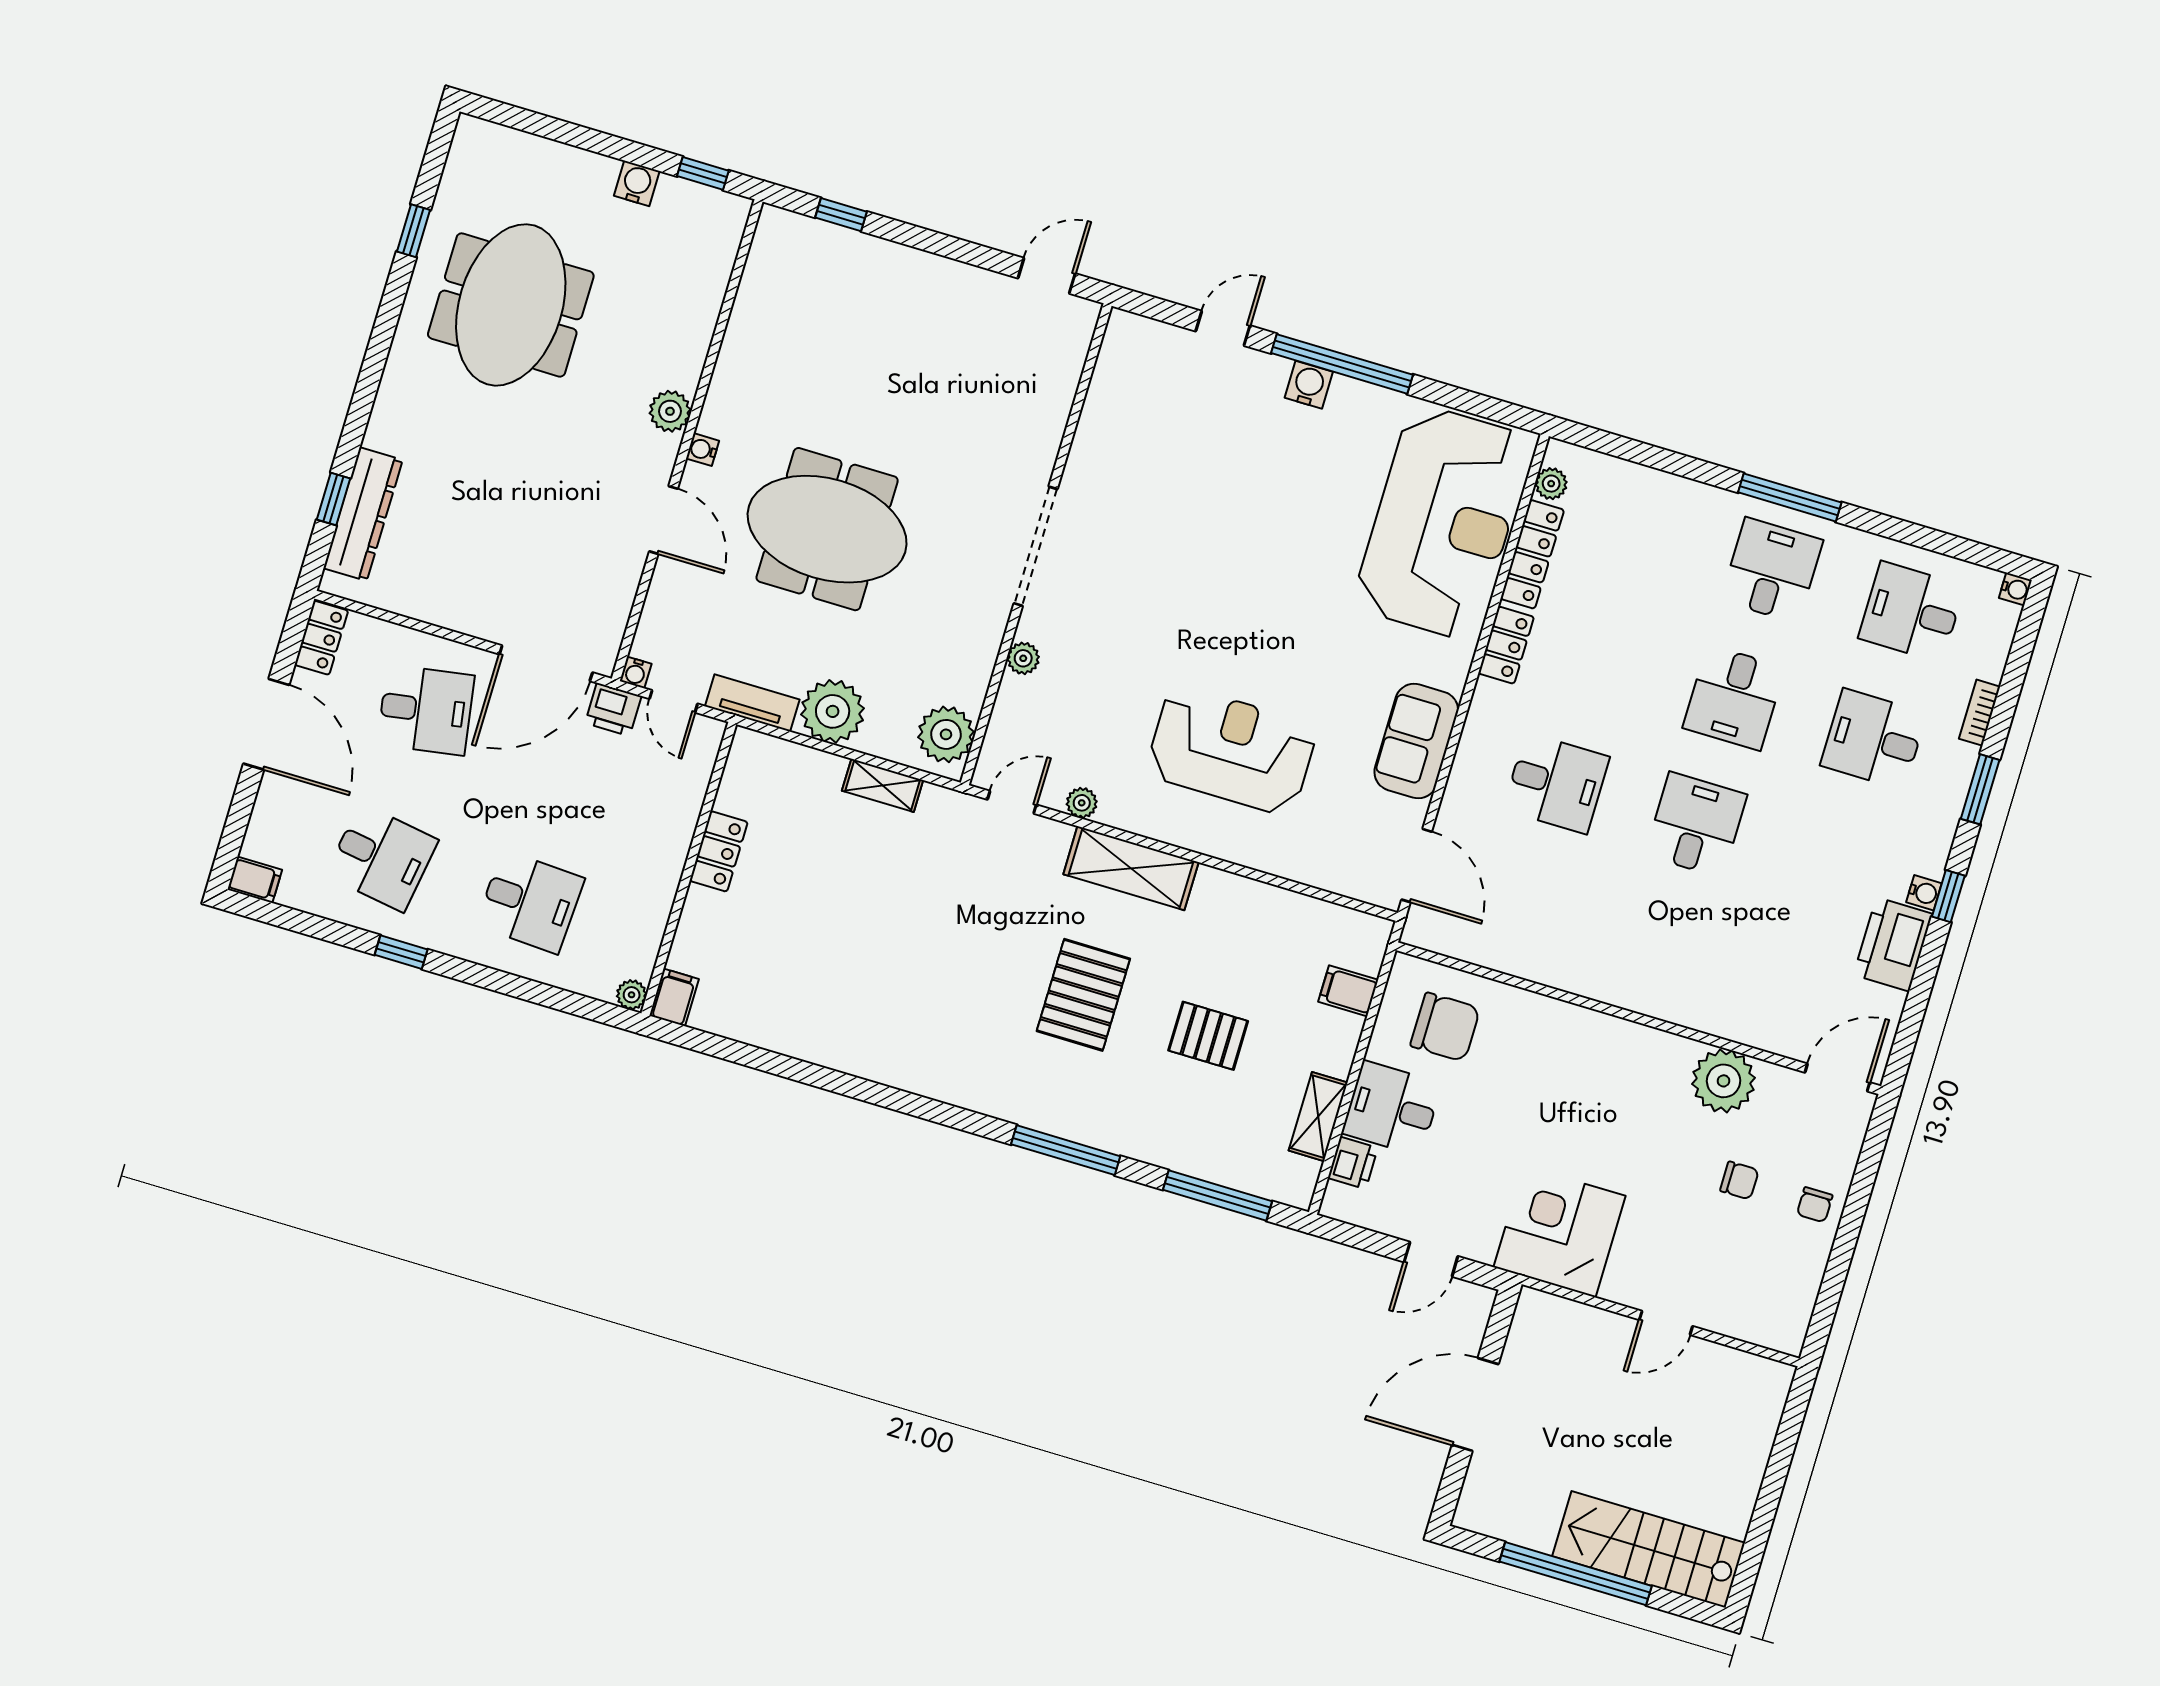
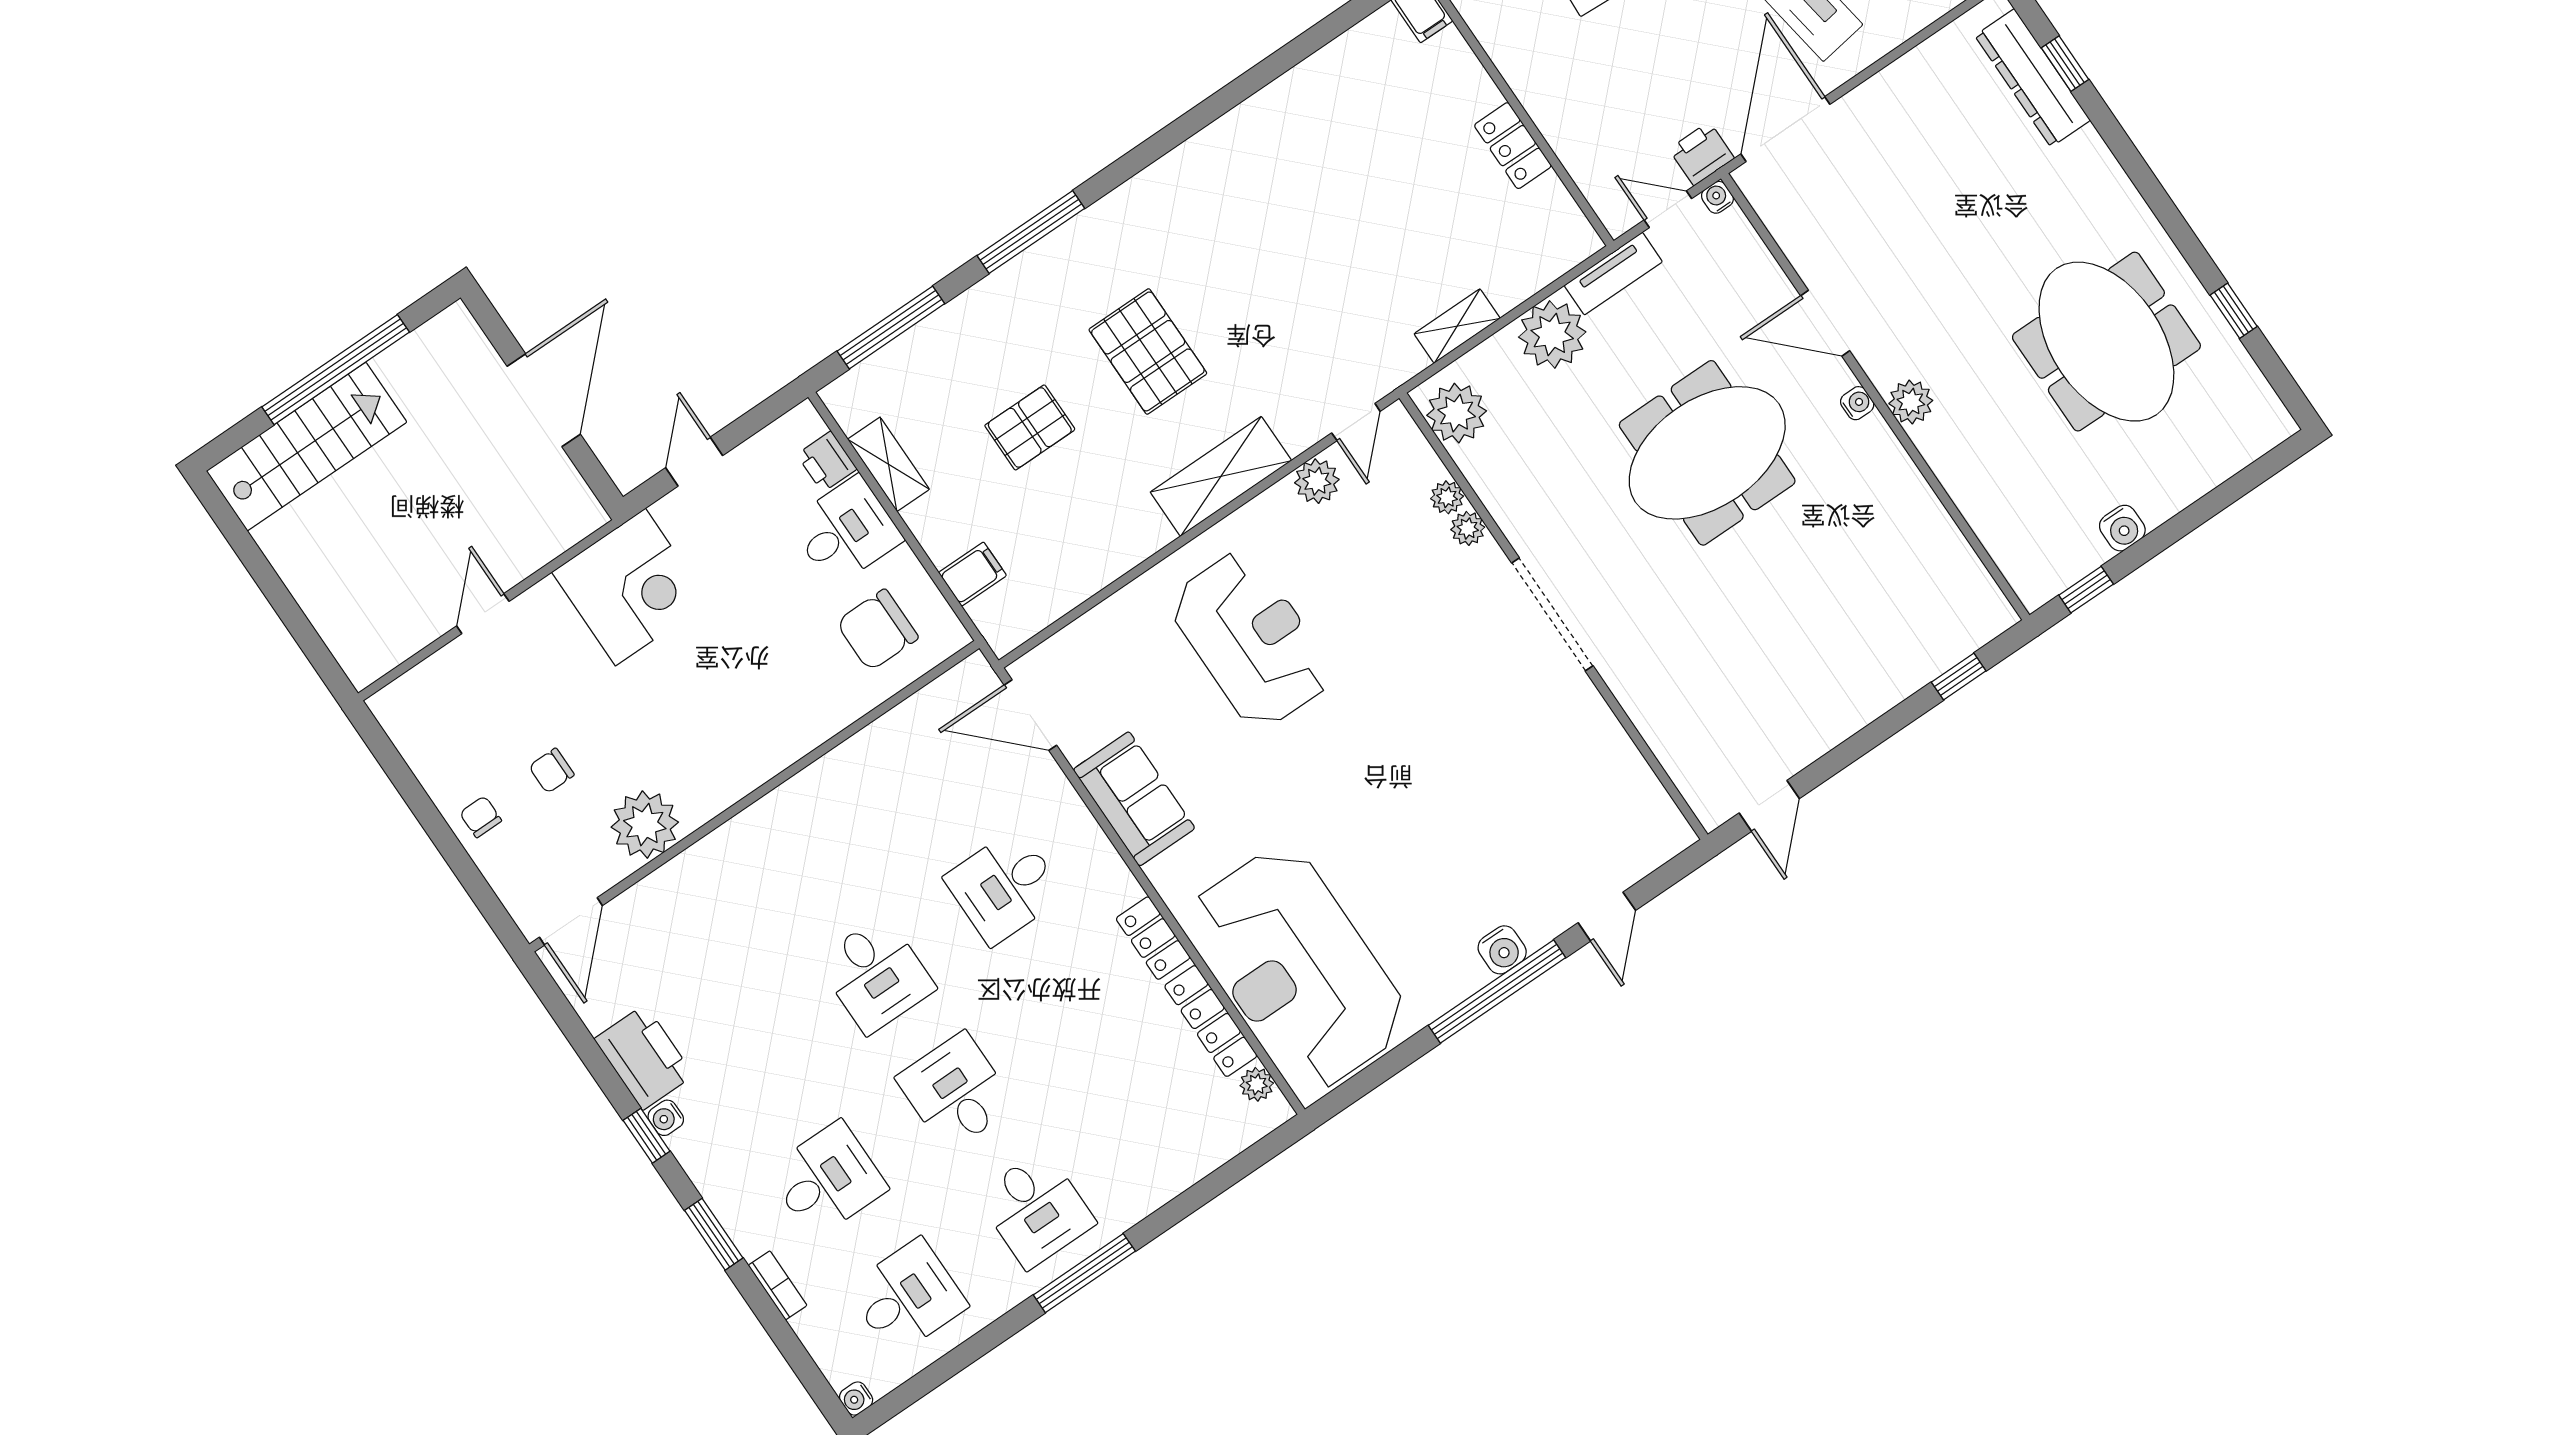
plant: (1013, 692) -> (1447, 497), added
reception desk: (1231, 750) -> (1251, 639), turned -90
plant: (1082, 803) -> (1317, 481), width x1.38, depth x1.38

